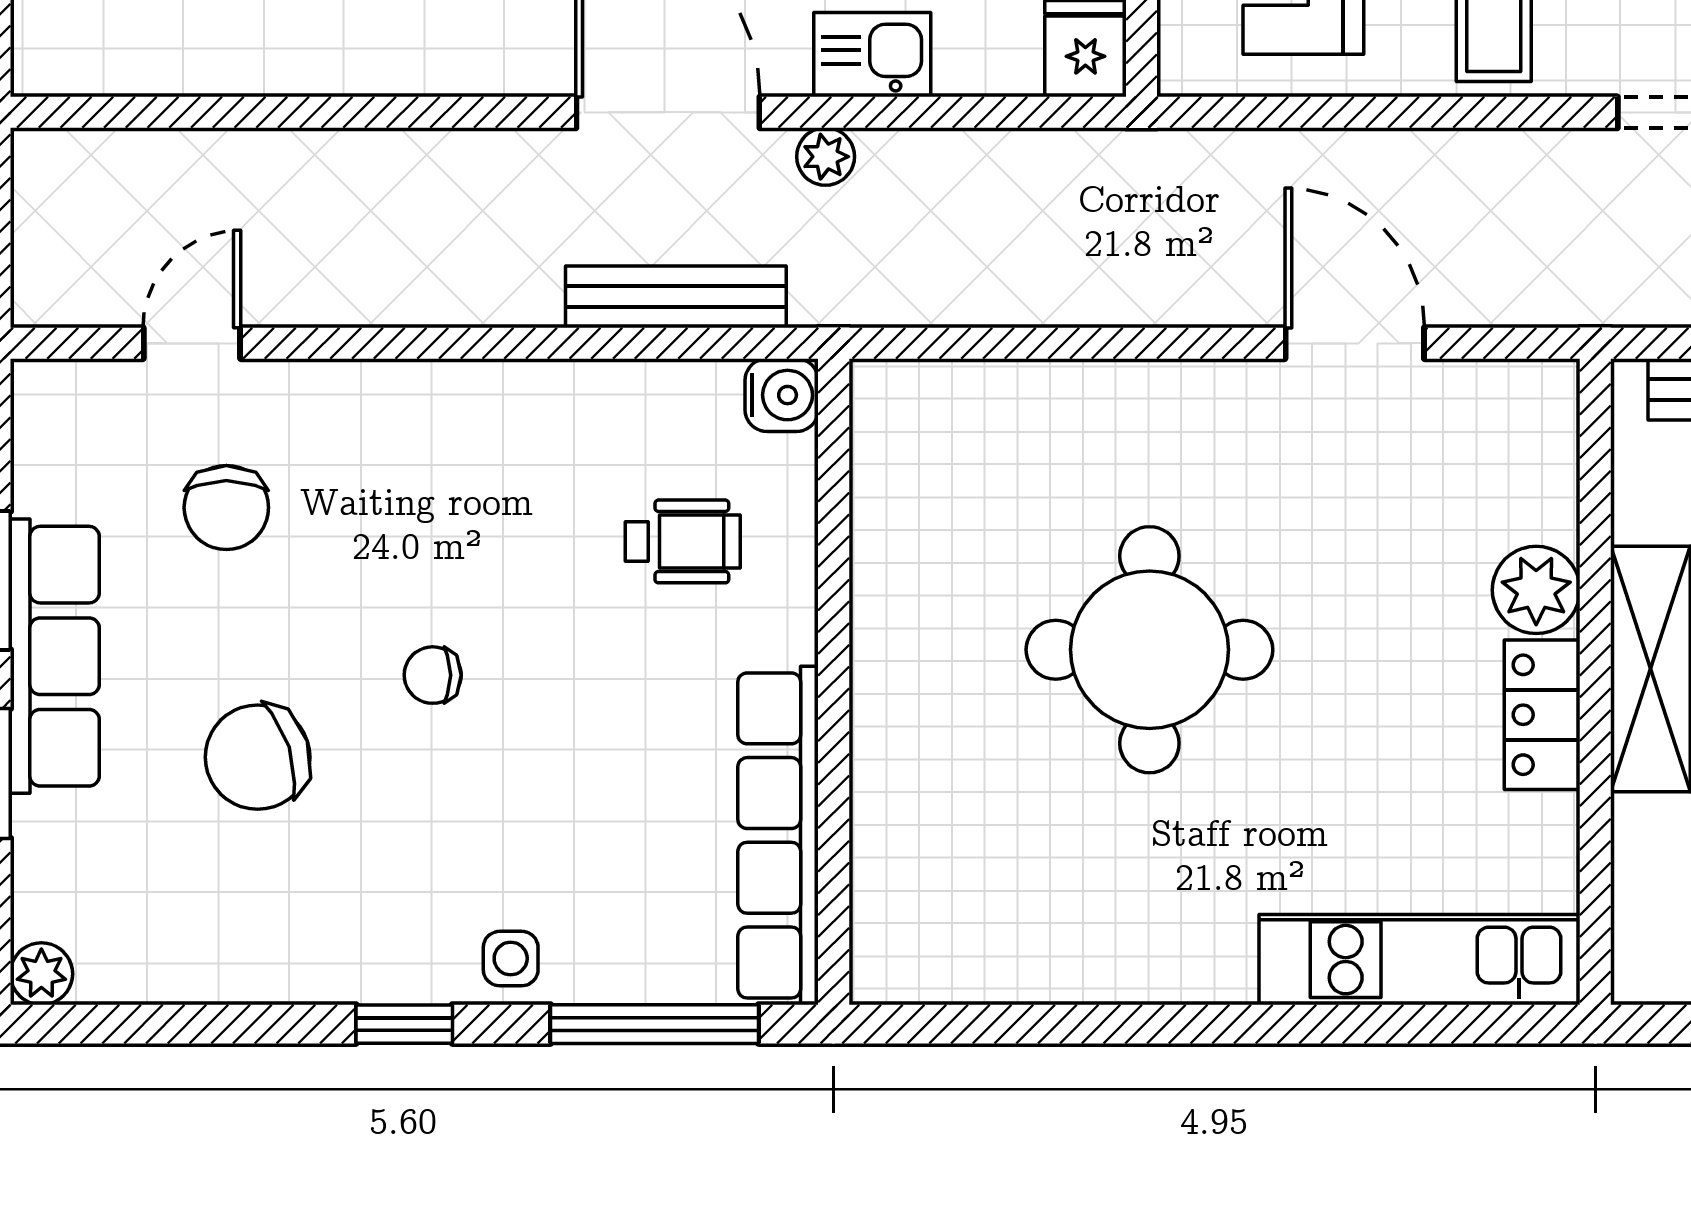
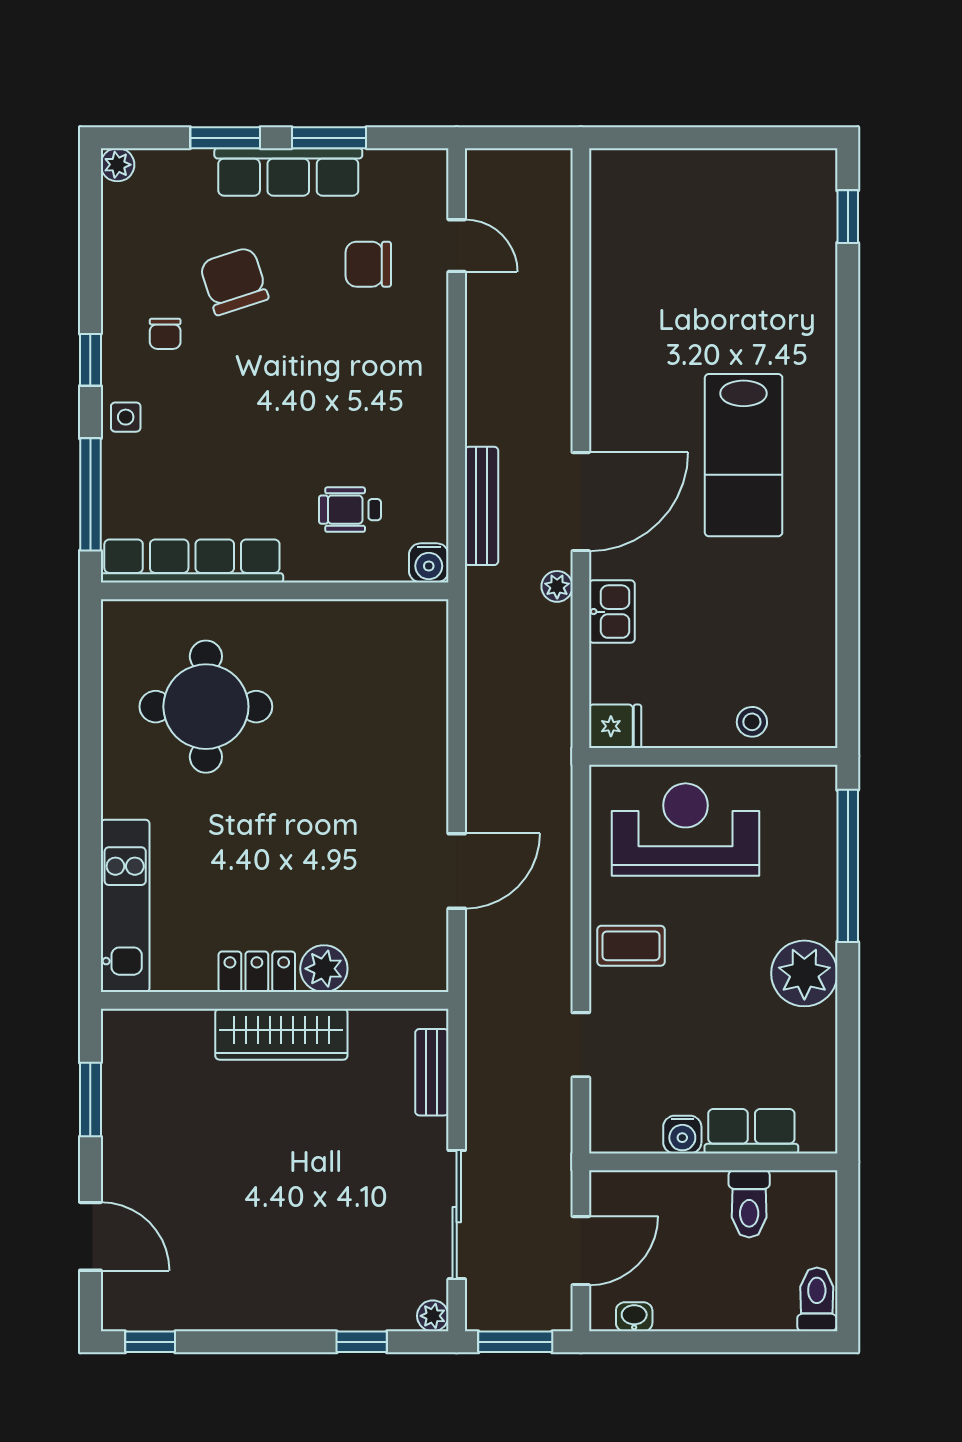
wheelchair: (683, 541) -> (350, 510), turned 90
round table: (1149, 650) -> (206, 707), moved
chair: (433, 675) -> (165, 334), moved, turned 180

